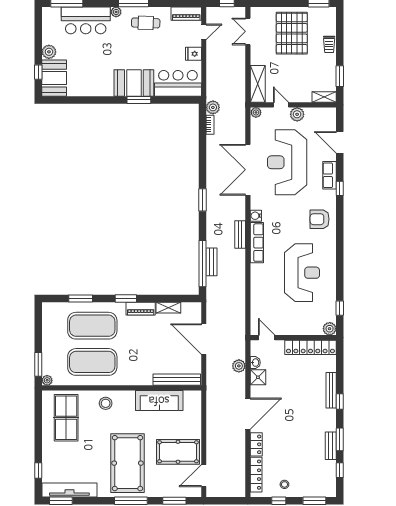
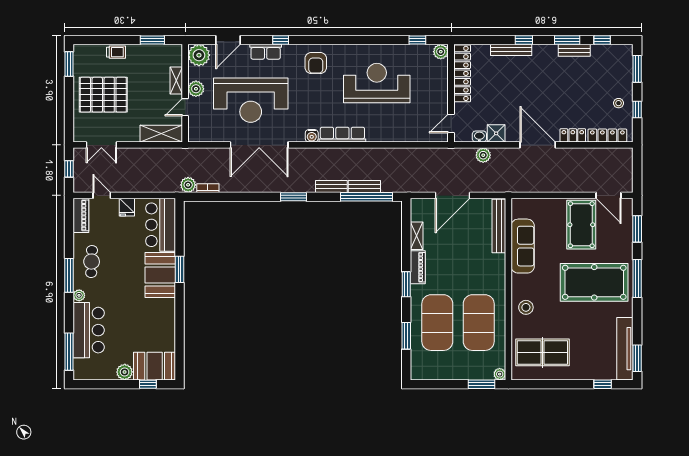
shelving: (324, 97) -> (176, 81), moved
plant: (256, 112) -> (199, 55), moved, width x1.88, depth x1.88
bench: (240, 234) -> (331, 186), moved

